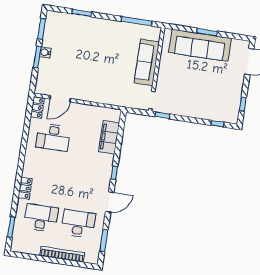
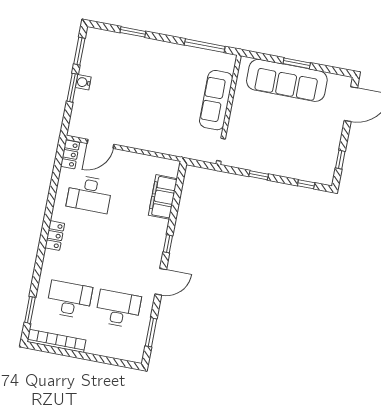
window: (163, 115) -> (259, 175), moved
locker: (25, 188) -> (55, 236), moved
bookcase: (62, 254) -> (56, 341), moved

